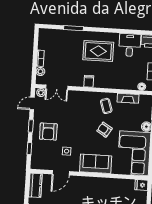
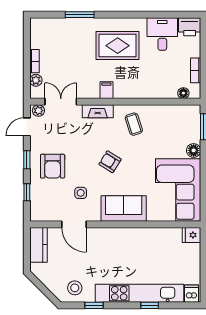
double door: (57, 87) -> (61, 102), swing flipped
fireplace: (128, 98) -> (98, 111), moved
armchair: (104, 130) -> (110, 162), moved
door: (61, 173) -> (74, 224), hinge flipped

